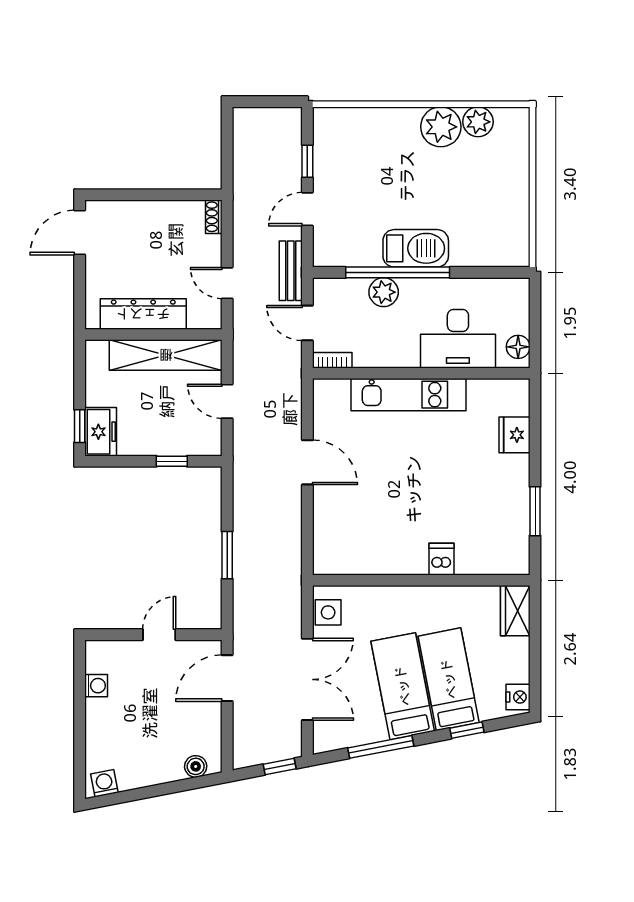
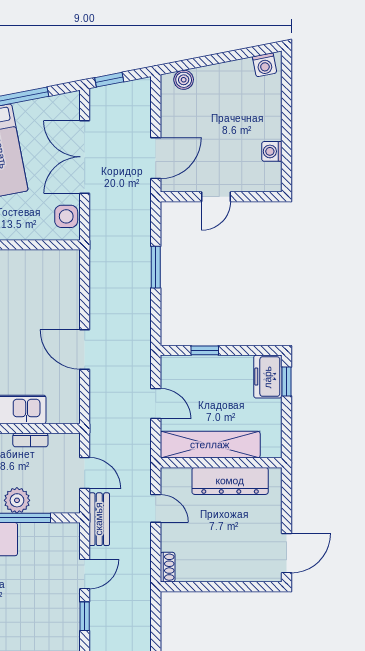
bookcase: (332, 360) -> (30, 440), moved

